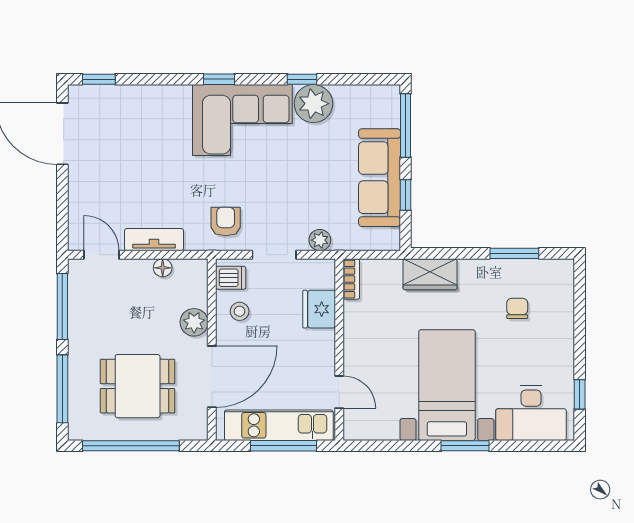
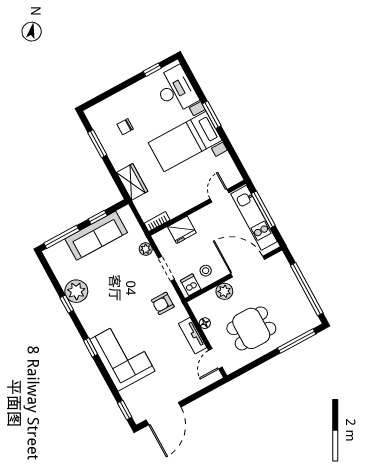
corner sofa: (242, 120) -> (122, 355), moved
window: (62, 307) -> (254, 364), removed
dining table: (138, 386) -> (251, 328), moved, turned 90

